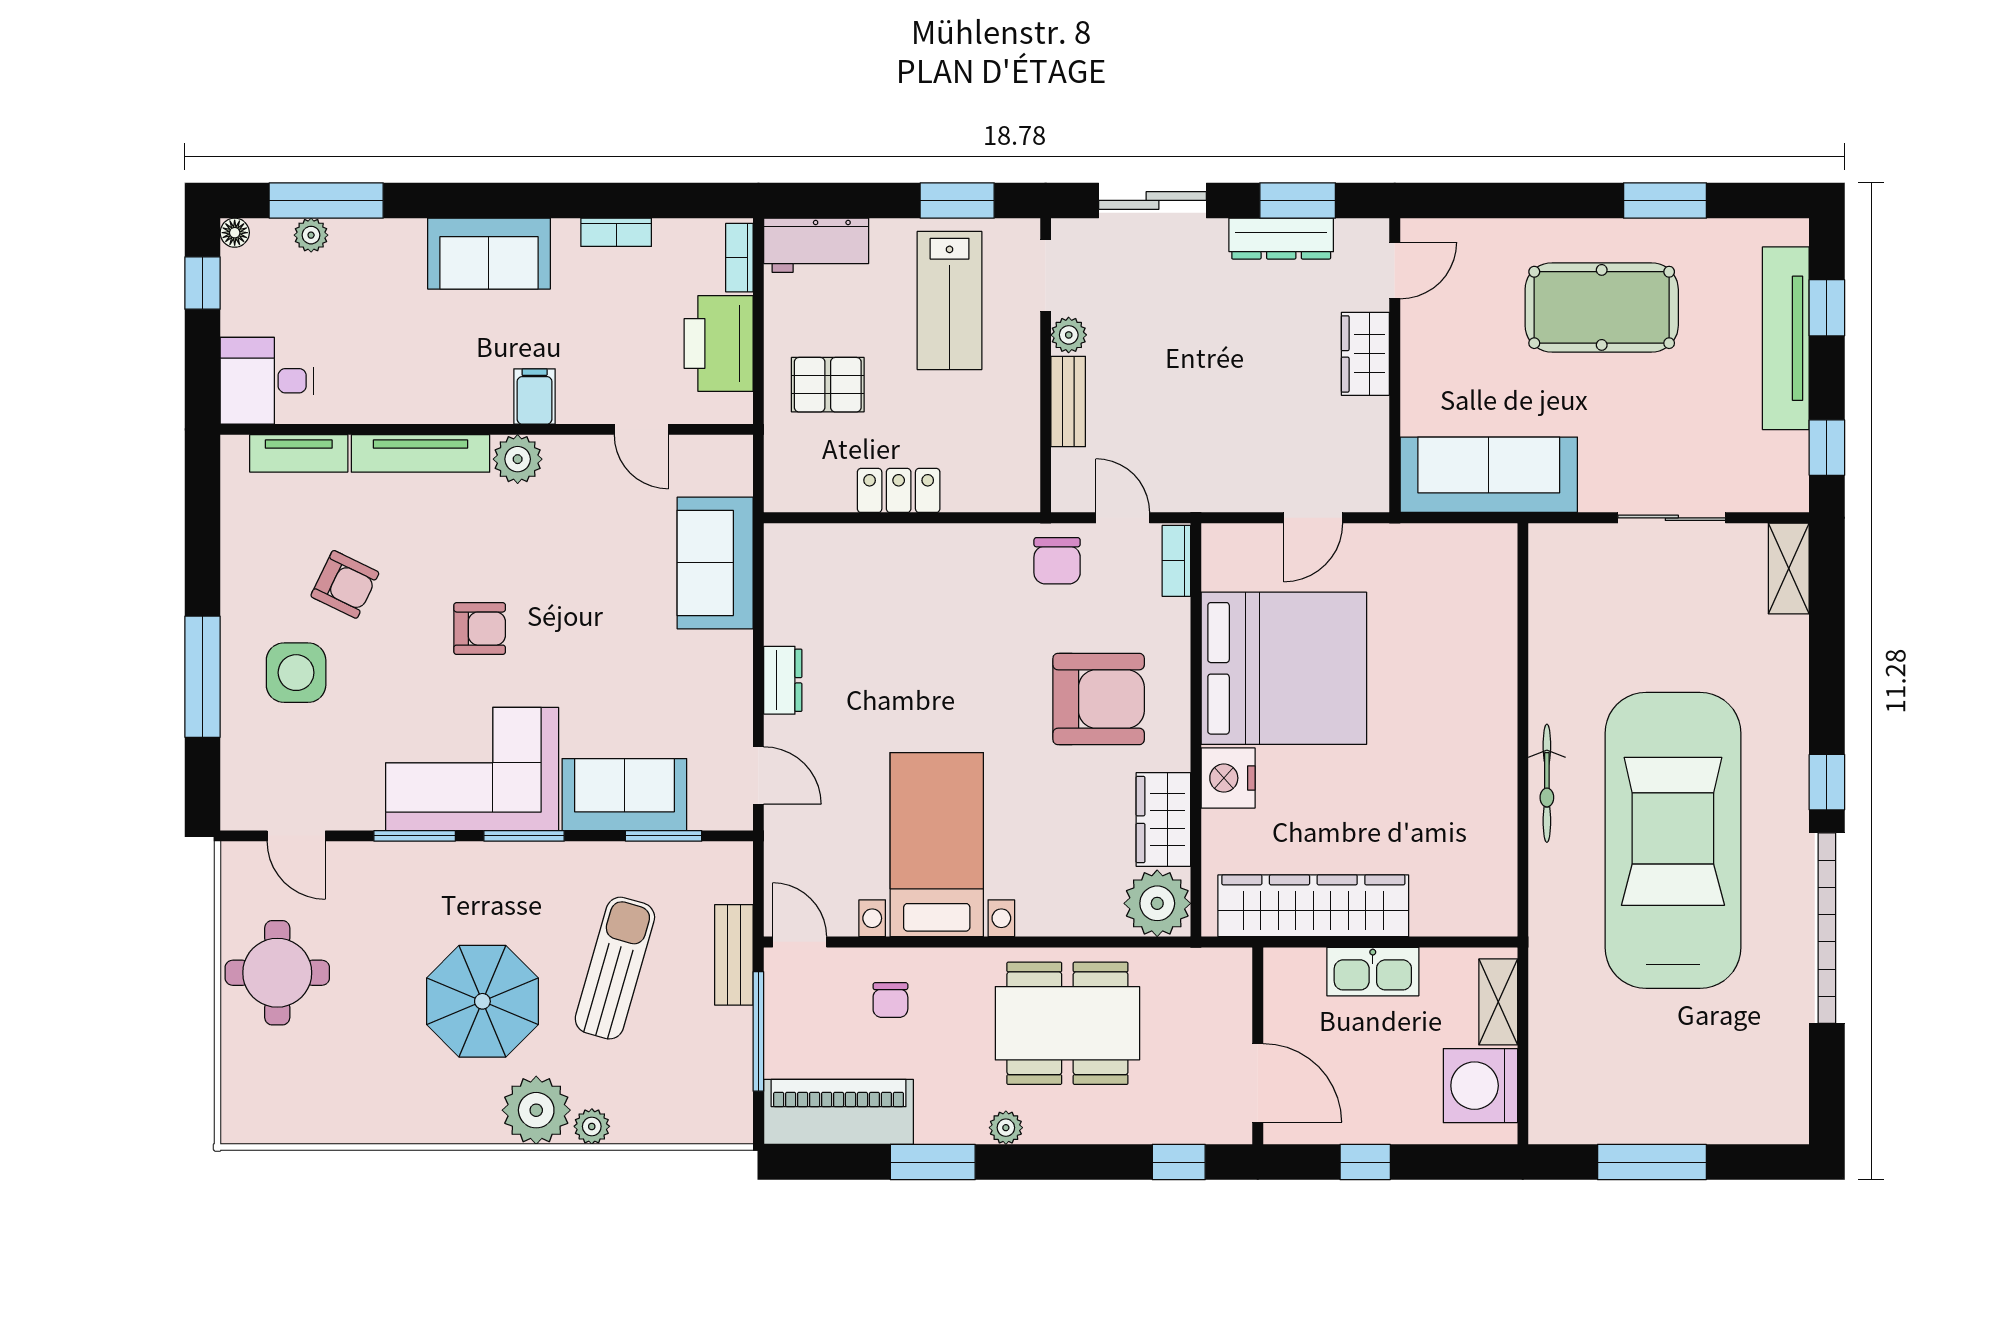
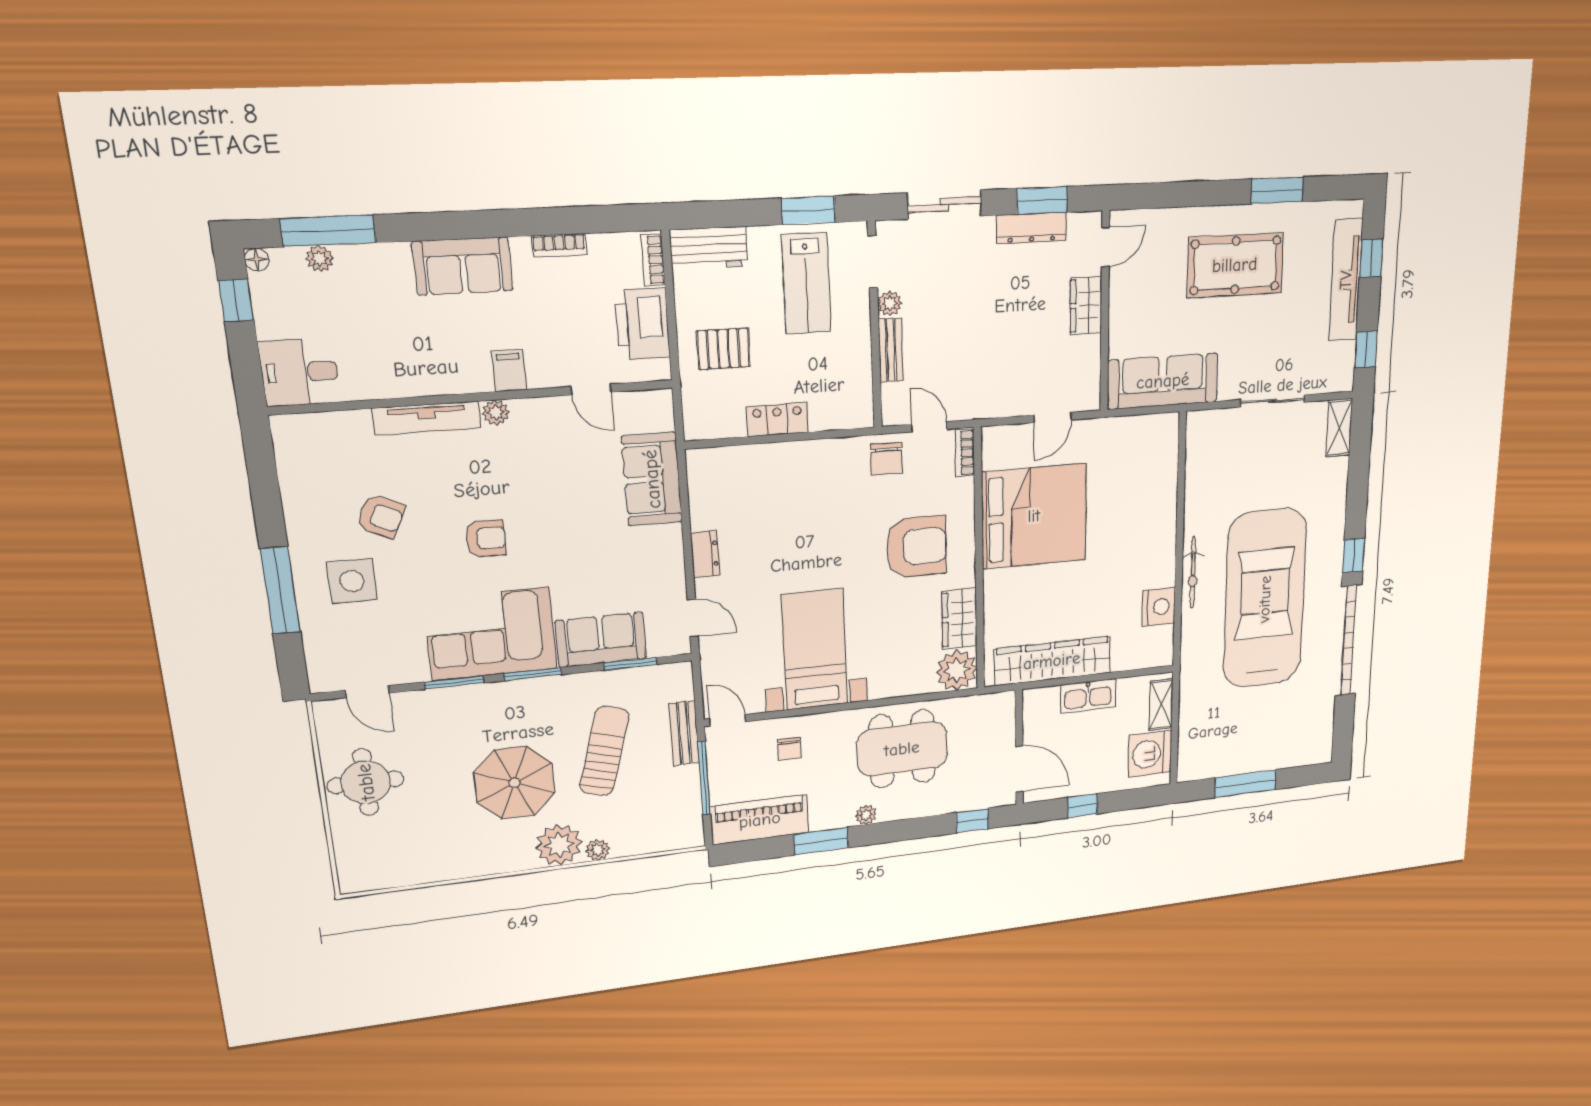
tv unit: (299, 453) -> (332, 425), removed
plant: (518, 459) -> (496, 413), width x0.73, depth x0.73
nightstand: (1228, 778) -> (1159, 607), moved, turned 180

